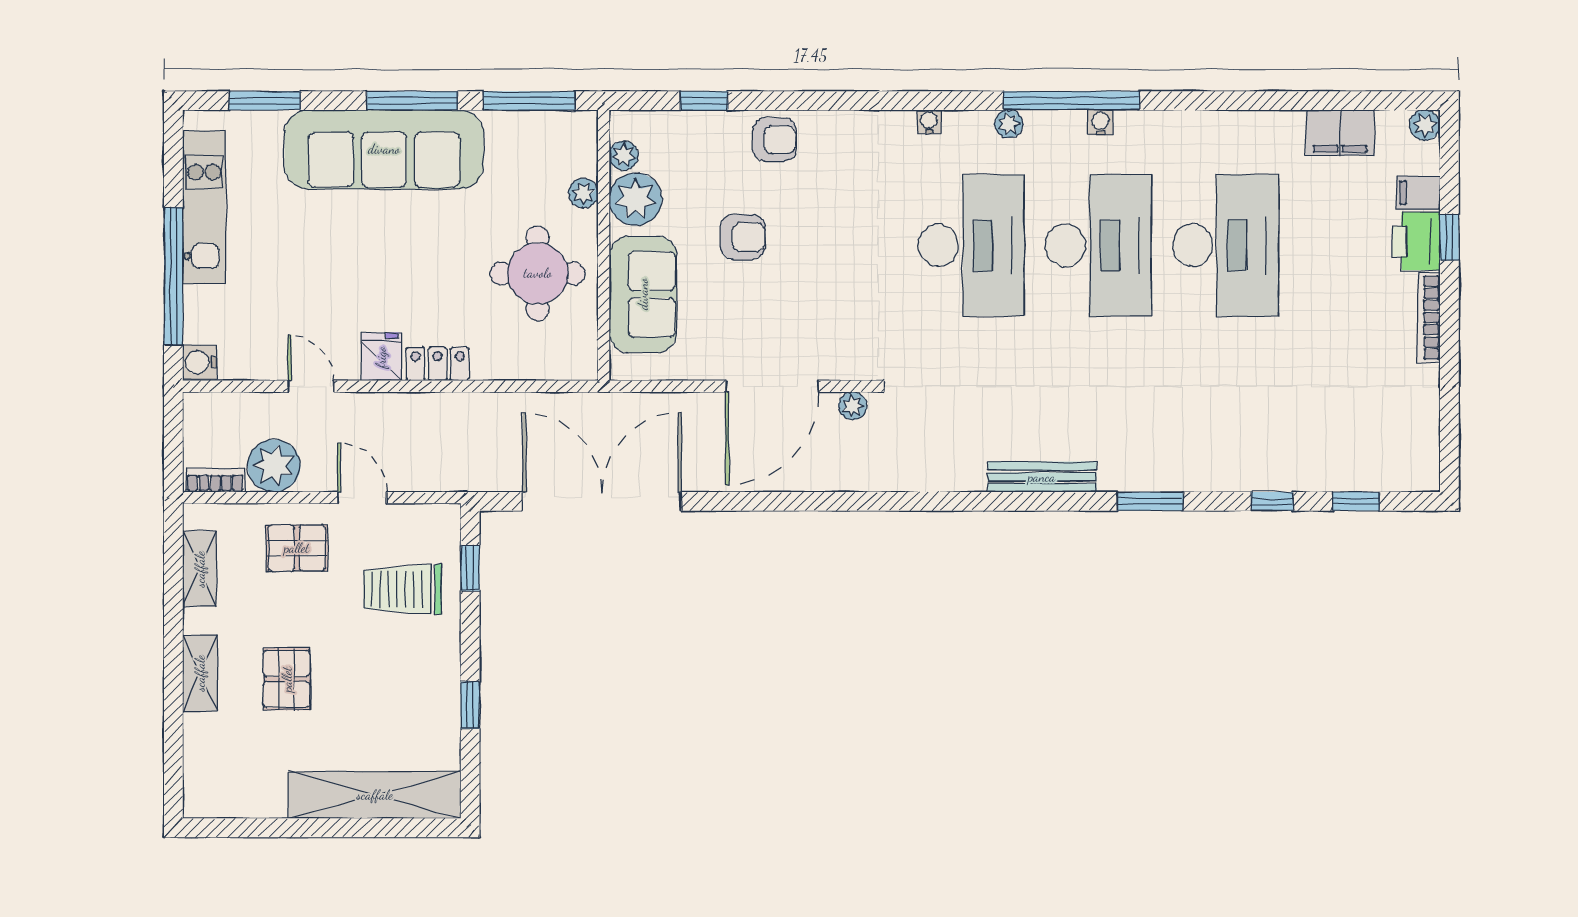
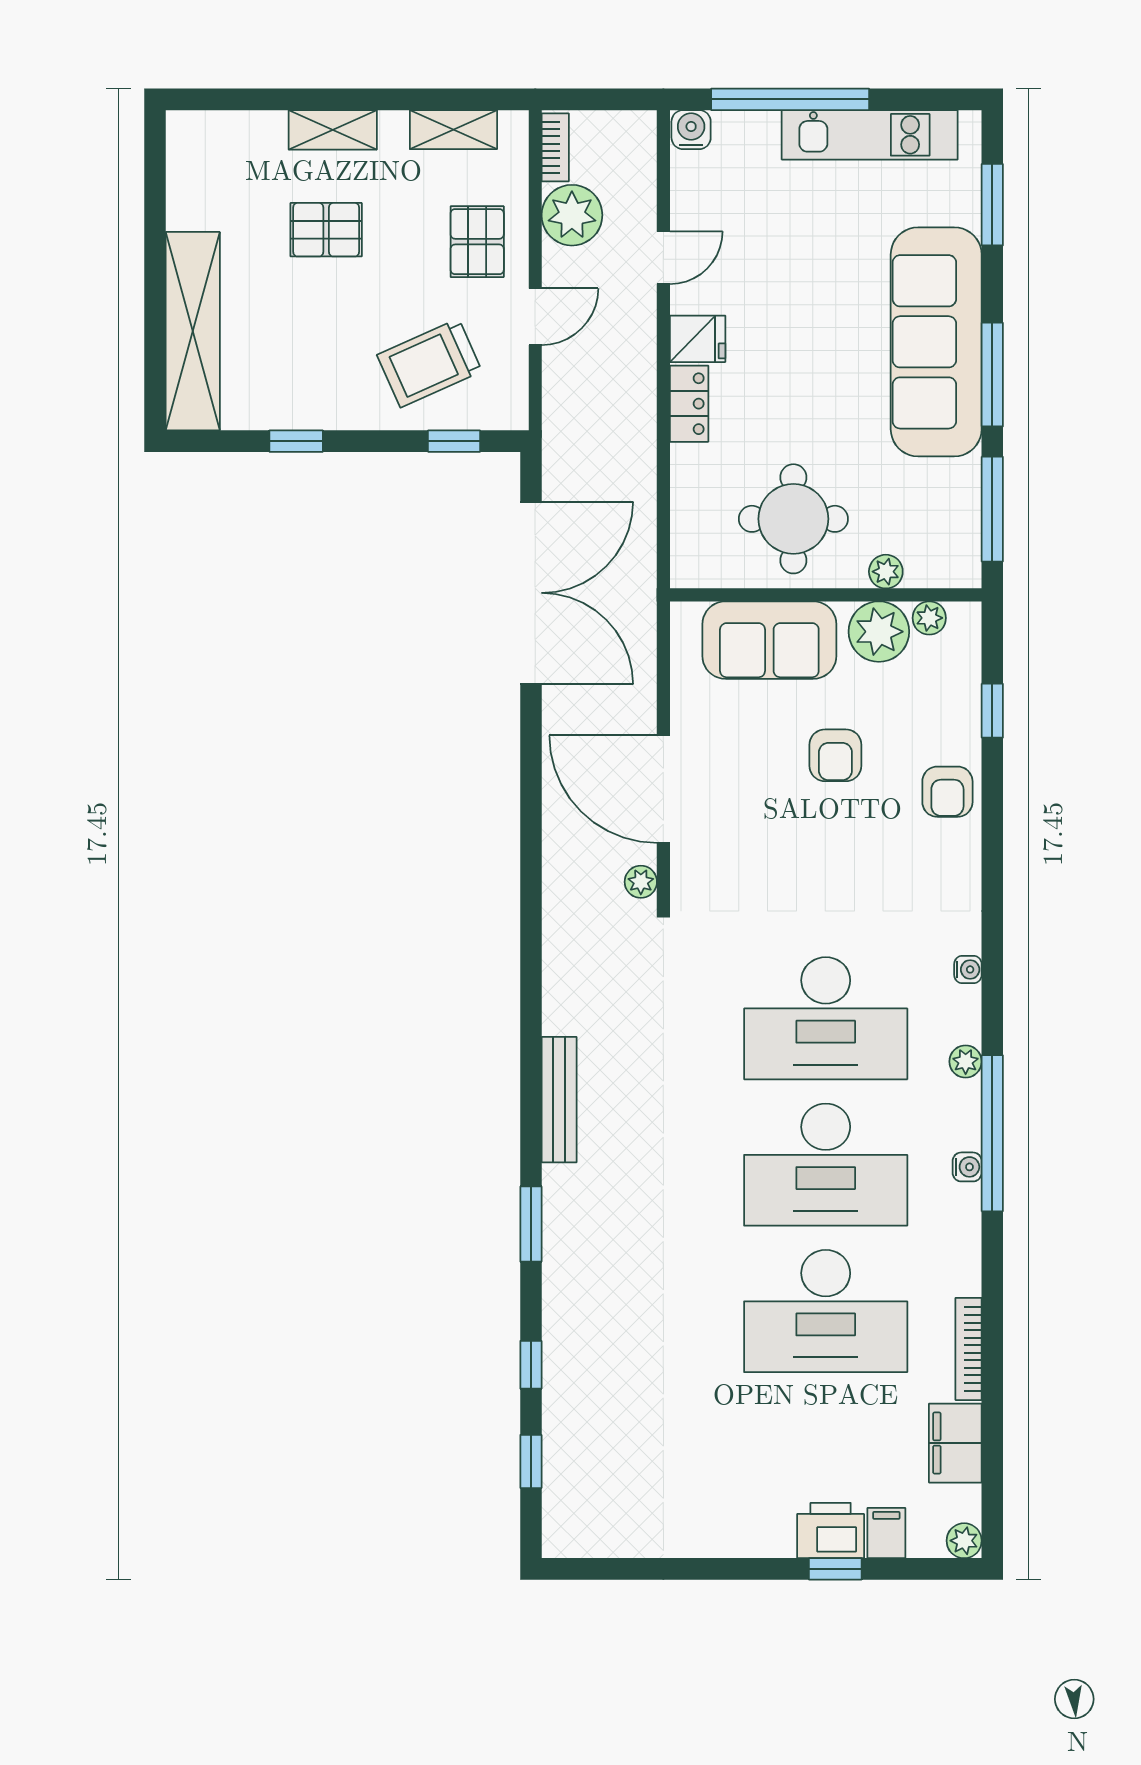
bookcase: (1429, 318) -> (969, 1349), moved, turned -90
trolley: (402, 589) -> (429, 363), turned -114

